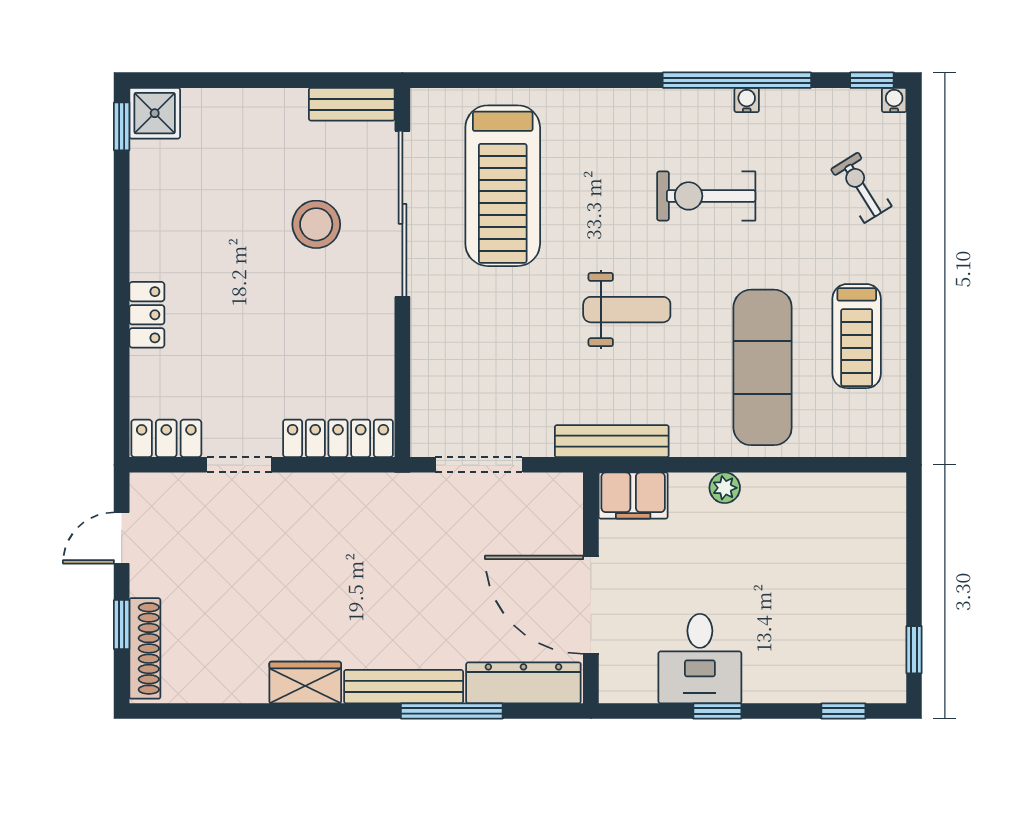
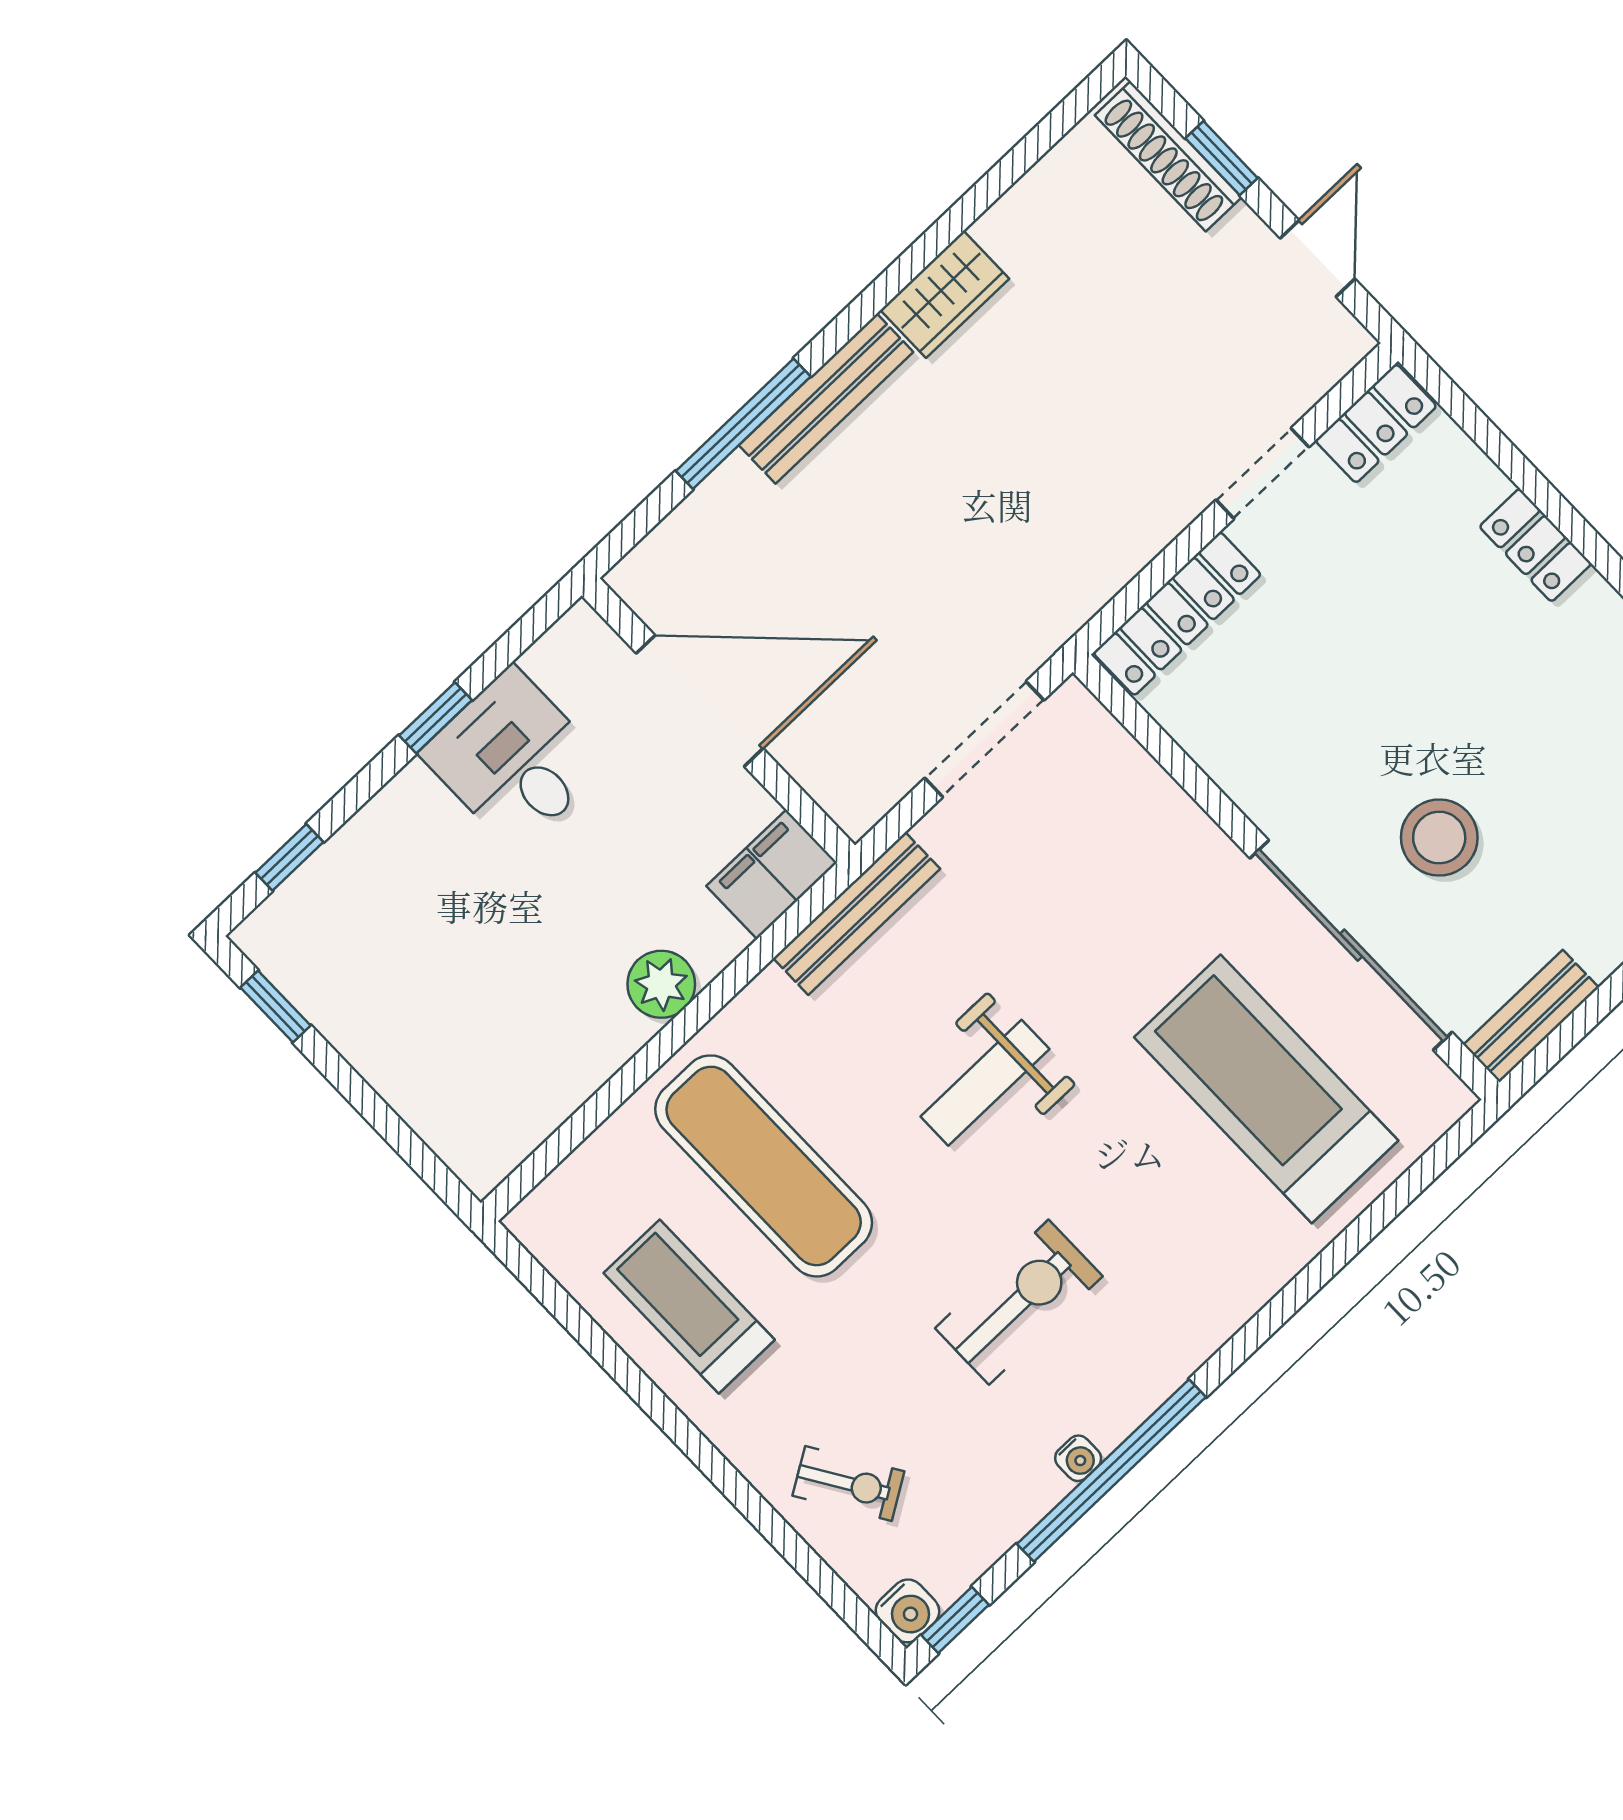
water cooler: (894, 100) -> (908, 1611), width x1.38, depth x1.38
plant: (725, 488) -> (661, 984), width x1.38, depth x1.38
dresser: (523, 683) -> (691, 536), removed

